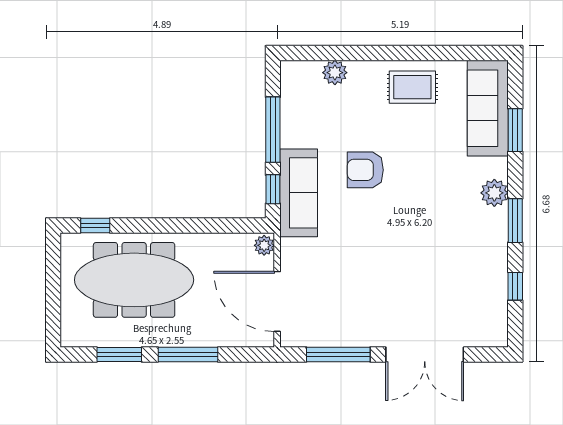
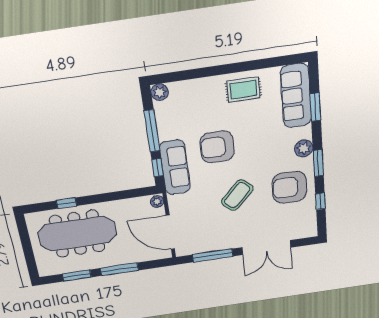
plant: (335, 73) -> (160, 92), moved
armchair: (365, 170) -> (217, 147), width x1.36, depth x1.36
window: (95, 226) -> (66, 203), moved
coffee table: (387, 254) -> (237, 195), added
armchair: (469, 254) -> (289, 187), added

